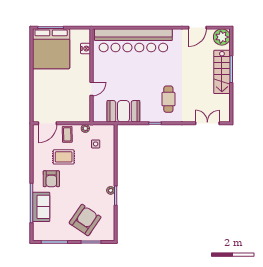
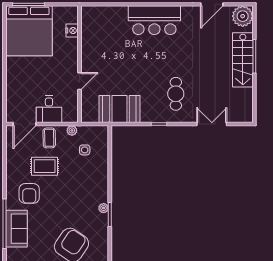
bar counter: (133, 40) -> (154, 20), width x0.54
desk: (67, 111) -> (49, 109), added
double door: (207, 123) -> (212, 124), moved

